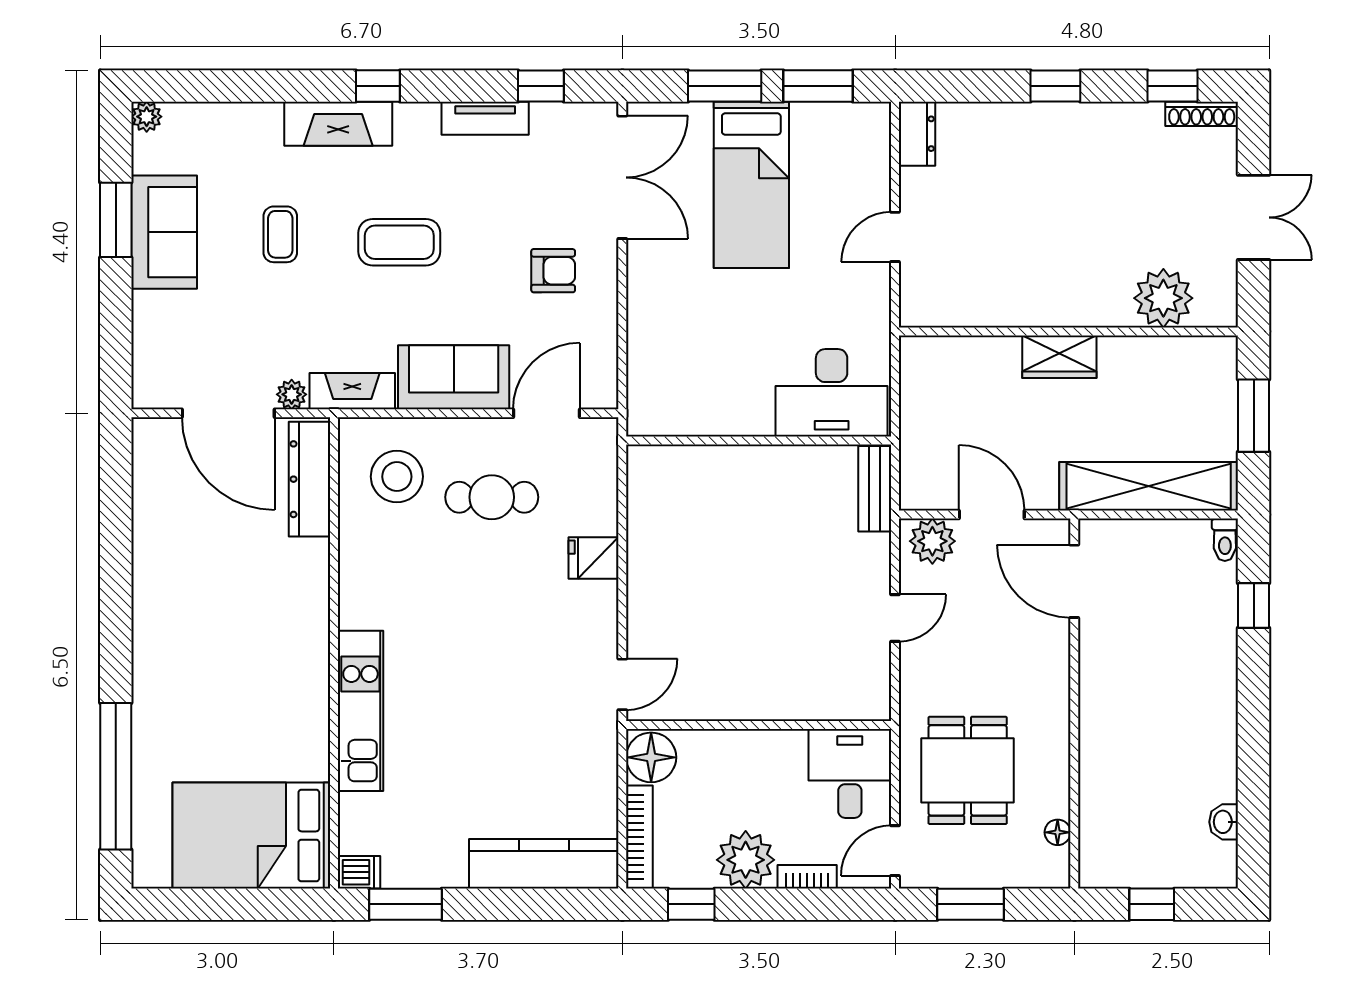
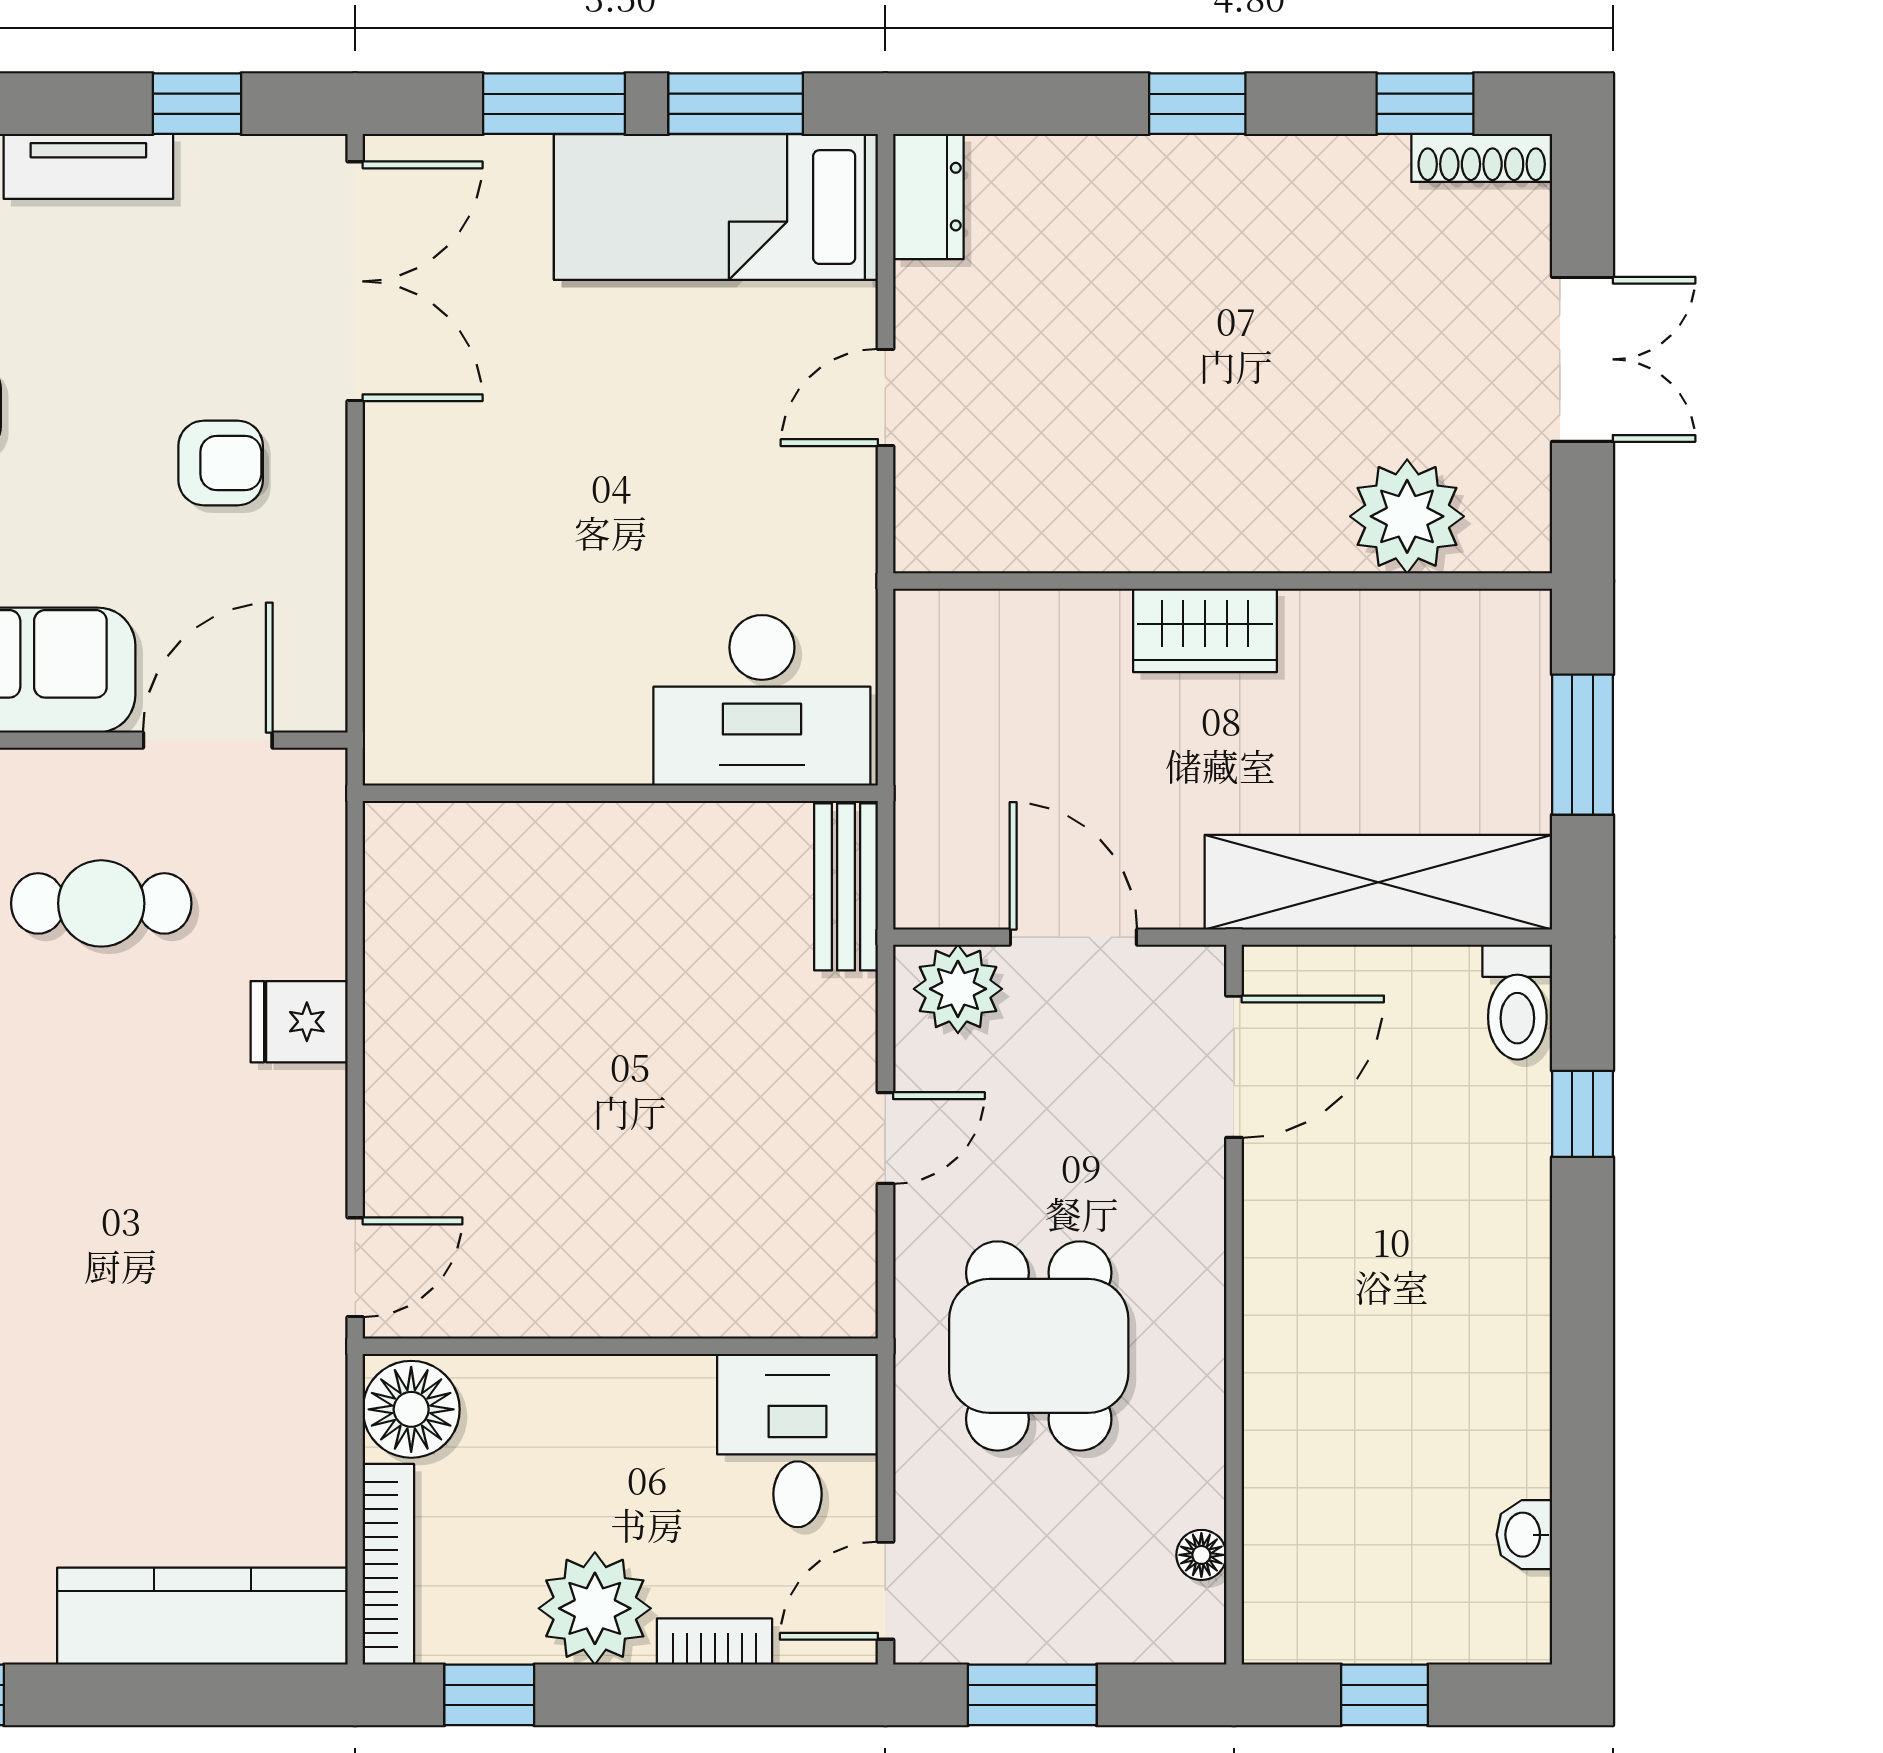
bed: (751, 185) -> (716, 207), moved, turned 90
toilet: (1225, 540) -> (1517, 1002), width x1.37, depth x1.39
door: (1074, 581) -> (1234, 1067), swing flipped
dining table: (968, 770) -> (1039, 1346), moved

